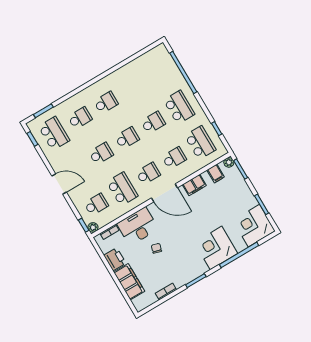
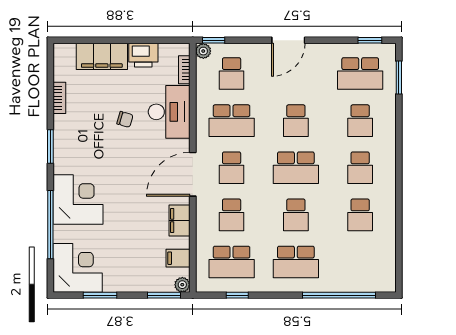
school desk: (132, 87) -> (360, 215), added
school desk: (127, 138) -> (296, 168), width x1.85

